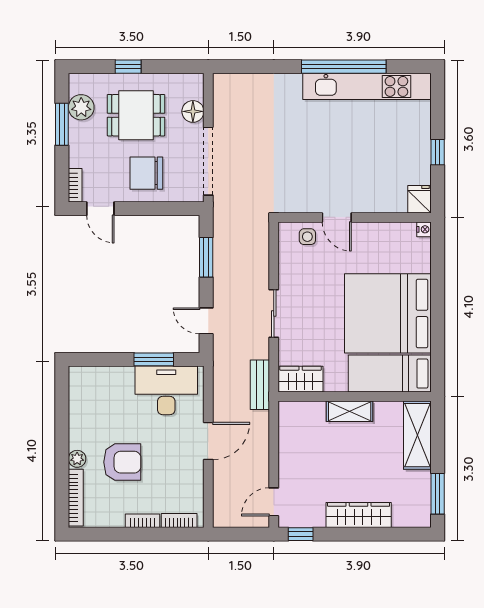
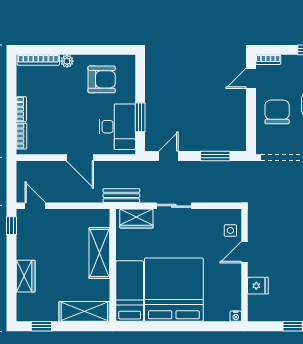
fridge: (419, 199) -> (258, 286), moved
wardrobe: (301, 379) -> (136, 219), moved, turned 90
shelving: (350, 411) -> (99, 253), width x1.50, depth x1.33
armchair: (122, 462) -> (102, 79), moved, turned -90
window: (438, 494) -> (41, 326), width x0.67
wardrobe: (359, 515) -> (26, 276), width x0.67

